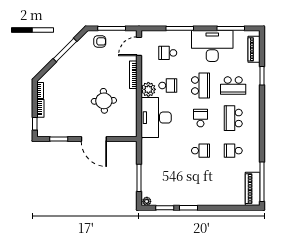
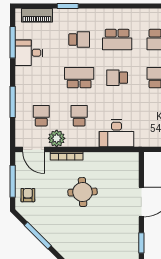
desk: (212, 46) -> (29, 53), width x0.53, depth x0.77
school desk: (168, 53) -> (41, 116), turned 180
school desk: (233, 85) -> (79, 40), width x0.54
plant: (148, 89) -> (57, 138), moved
round table: (104, 101) -> (83, 192), moved
desk: (156, 118) -> (116, 133), width x0.73, depth x0.77

